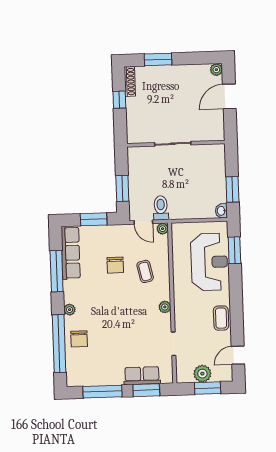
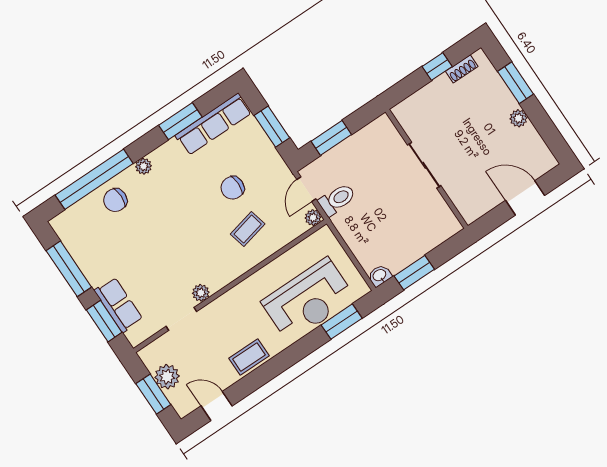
plant: (216, 70) -> (518, 118), moved
shoe rack: (130, 82) -> (462, 69), width x0.70
window: (57, 271) -> (180, 121), width x0.69
plant: (165, 307) -> (201, 293), moved

